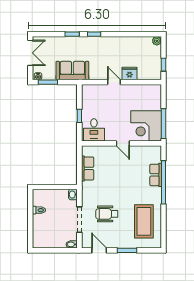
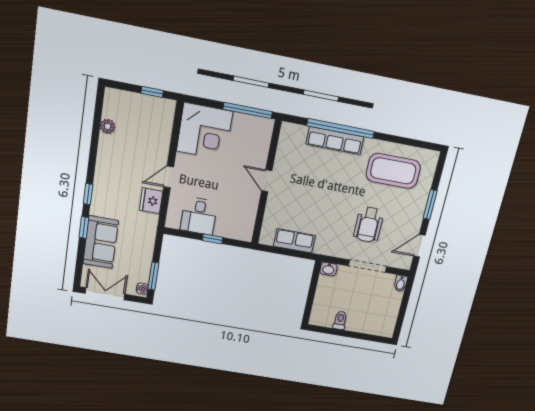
plant: (157, 41) -> (108, 126), moved
sofa: (72, 71) -> (101, 242), moved, turned 180
fridge: (129, 74) -> (151, 201), moved
corner desk: (146, 126) -> (204, 131), moved
desk: (94, 130) -> (199, 216), moved, turned 90
door: (123, 143) -> (267, 181), swing flipped
row of seats: (156, 175) -> (335, 140), width x1.48

